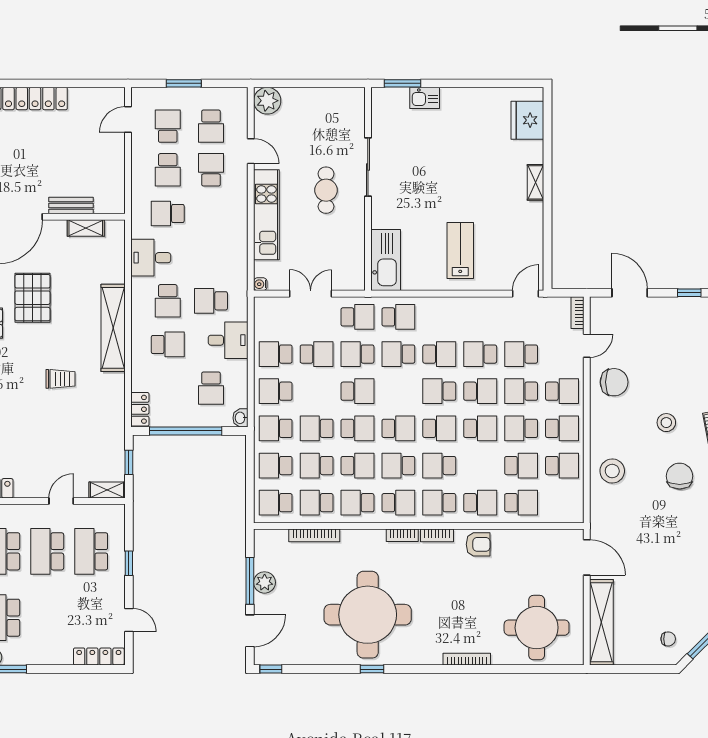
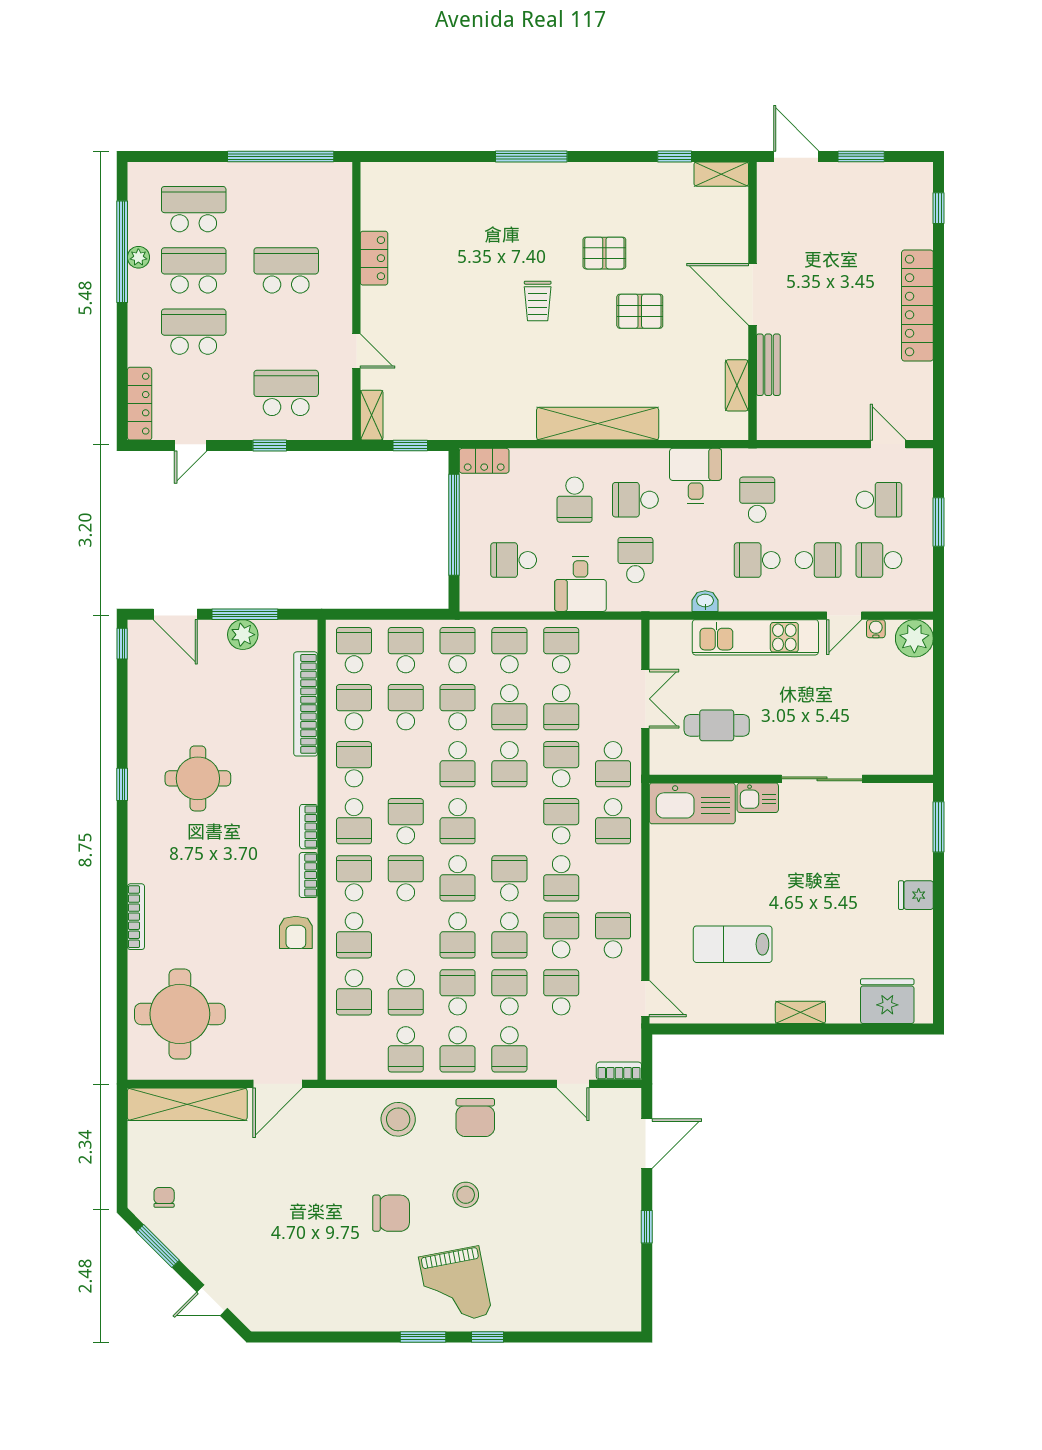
kitchen sink: (425, 98) -> (758, 798), moved, turned -90
fridge: (451, 100) -> (916, 895), added
school desk: (168, 170) -> (757, 560), moved
cafe table: (326, 190) -> (717, 725), moved
lab bench: (460, 251) -> (733, 944), moved, turned 180
water cooler: (260, 284) -> (876, 629), moved
pallet: (32, 298) -> (640, 311), width x0.67, depth x0.71
school desk: (480, 317) -> (613, 935), added
trolley: (60, 379) -> (538, 301), moved
chair: (614, 382) -> (475, 1118), moved
washbasin: (240, 418) -> (705, 601), moved
school desk: (357, 466) -> (509, 707), moved
bookcase: (314, 535) -> (306, 704), width x1.48, depth x1.31
school desk: (47, 551) -> (194, 332), moved
round table: (368, 615) -> (198, 778), width x0.54, depth x0.54
chair: (668, 639) -> (164, 1197), turned 180

